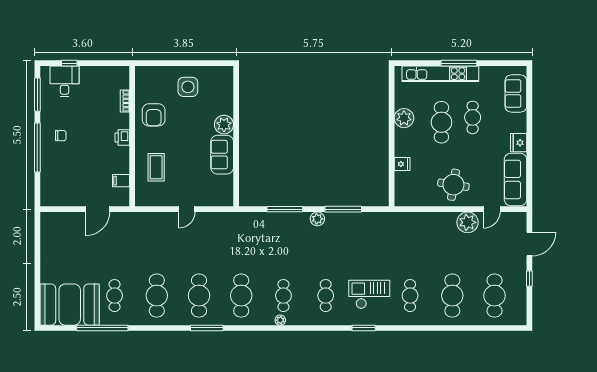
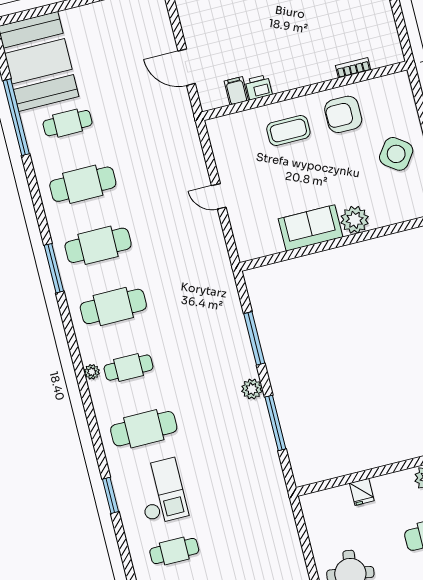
side table: (188, 87) -> (396, 154), turned 36
printer: (122, 137) -> (259, 87), moved
coffee table: (156, 167) -> (288, 130), moved
cafe table: (326, 296) -> (144, 429), width x1.37, depth x1.35

